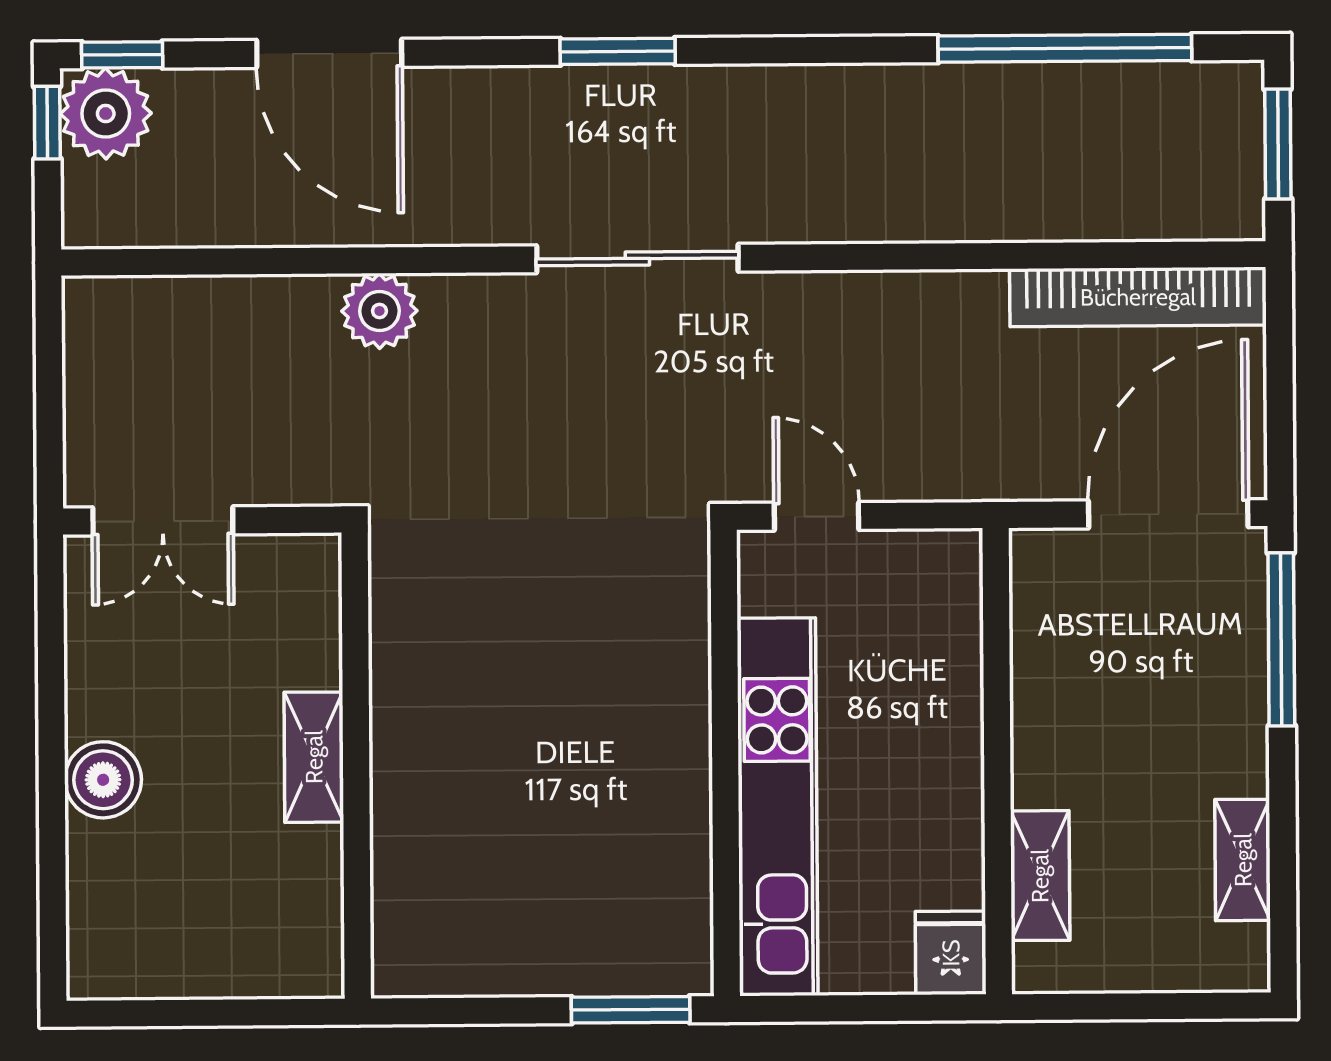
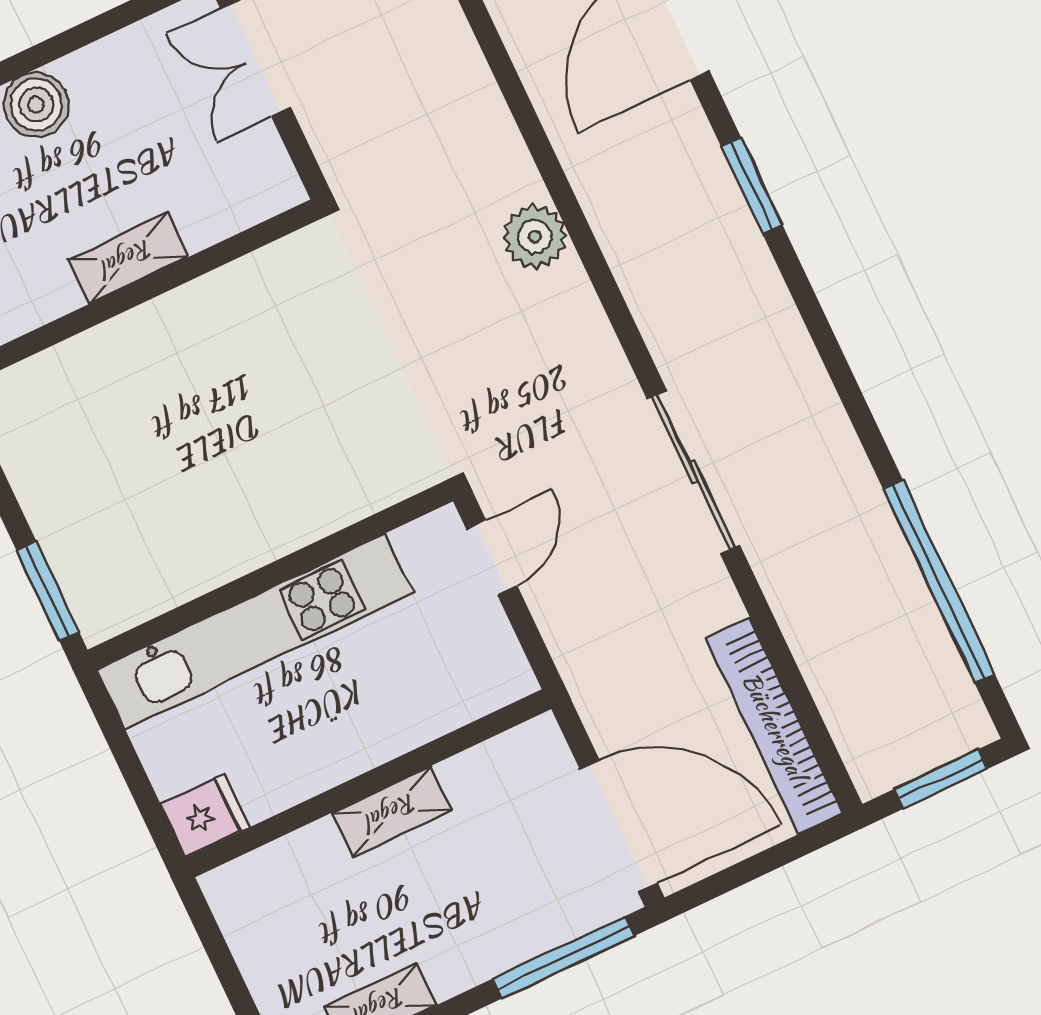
window: (618, 51) -> (752, 186), moved
sliding door: (637, 258) -> (693, 472), moved
plant: (379, 311) -> (535, 237), moved
shelving: (1040, 876) -> (392, 812), moved

